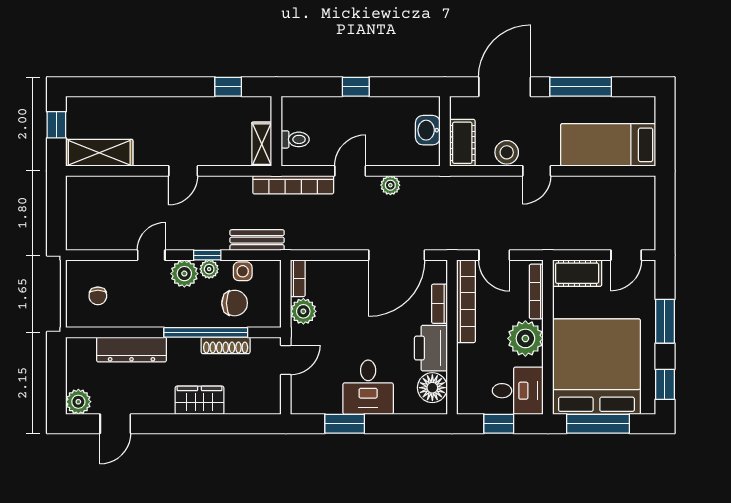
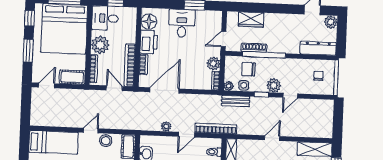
plant: (209, 269) -> (229, 86), moved
dresser: (132, 350) -> (318, 48), moved
wardrobe: (199, 400) -> (251, 19), moved

